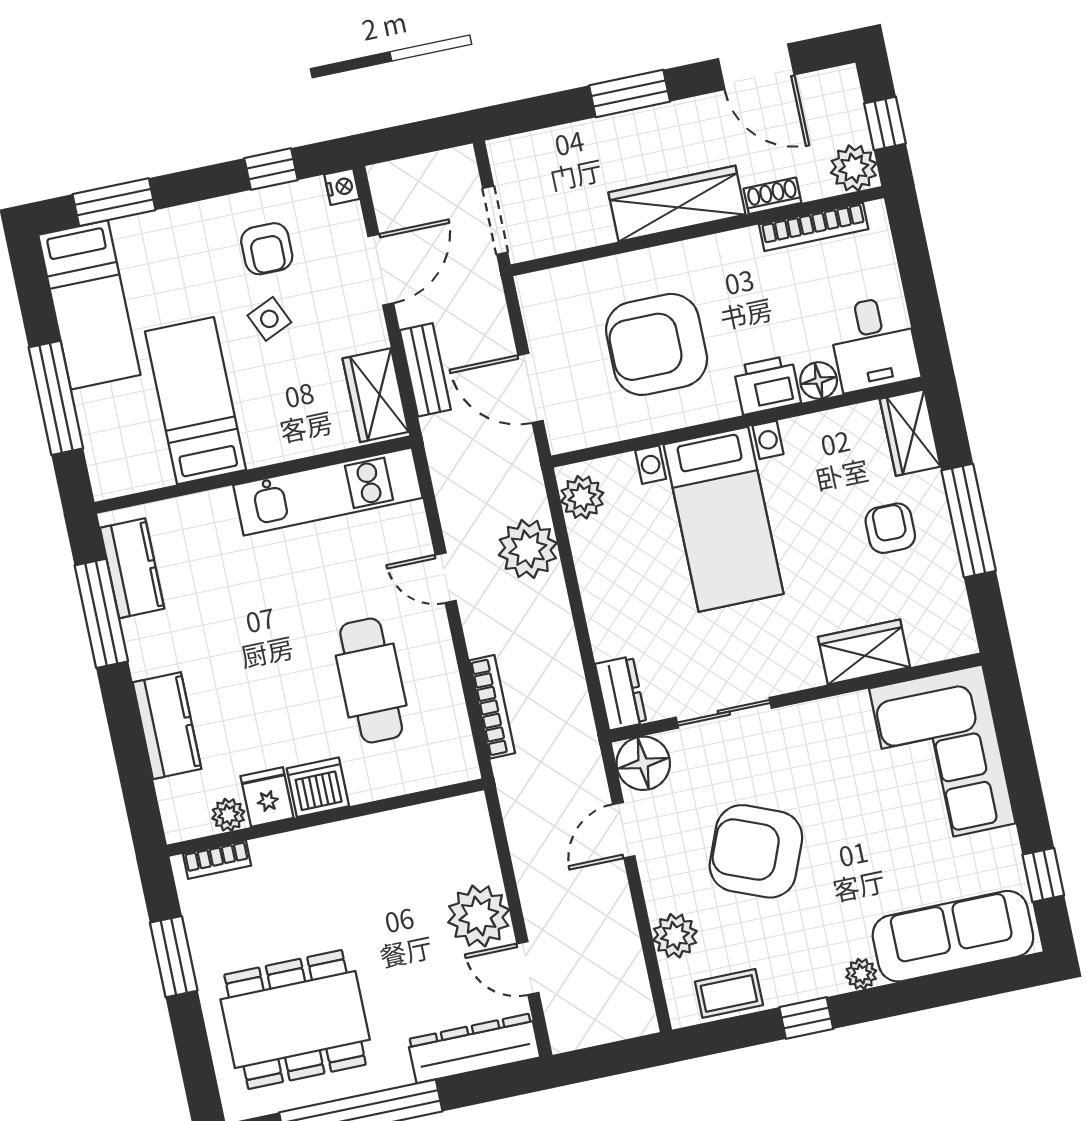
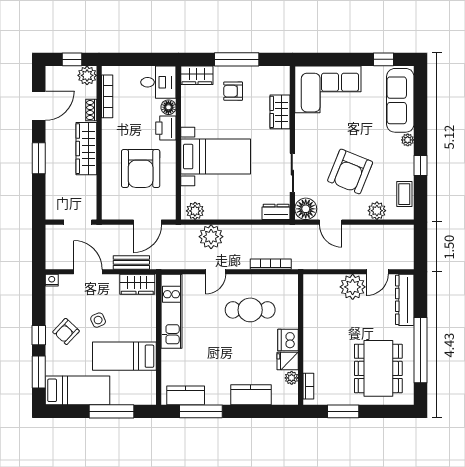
window: (271, 169) -> (39, 335), moved
armchair: (267, 249) -> (66, 332), moved, turned 133

